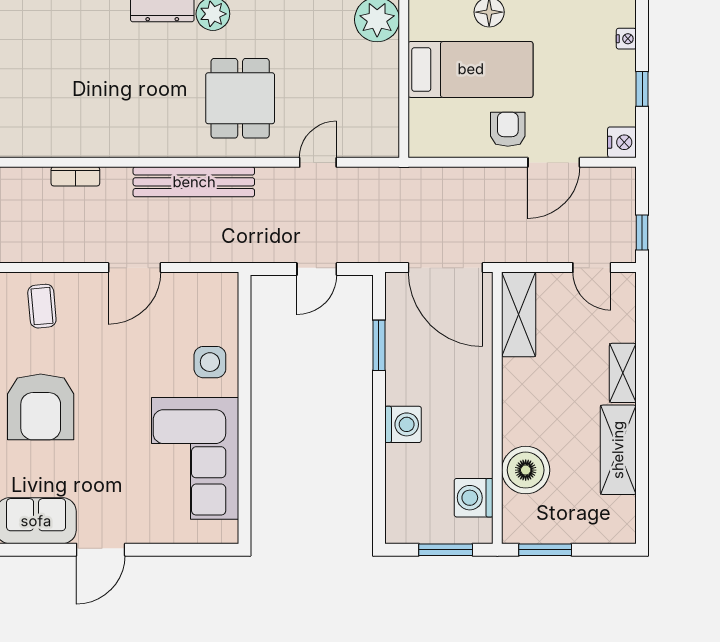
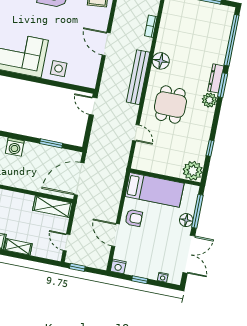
bed: (471, 69) -> (155, 190), moved, turned -90
dining table: (240, 98) -> (170, 105), turned 90
floor lamp: (148, 139) -> (161, 61), added
door: (592, 268) -> (66, 242), hinge flipped
door: (317, 269) -> (93, 106), moved

